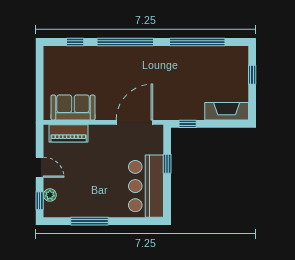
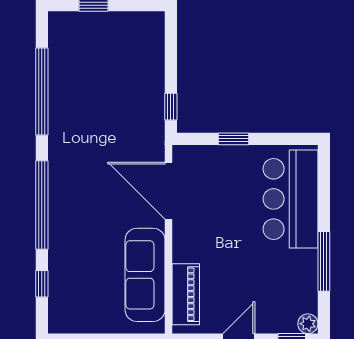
sofa: (73, 108) -> (145, 275), width x1.36
fireplace: (227, 111) -> (151, 45), removed
bar counter: (146, 186) -> (291, 199), moved, turned 90
plant: (50, 195) -> (308, 324), moved

